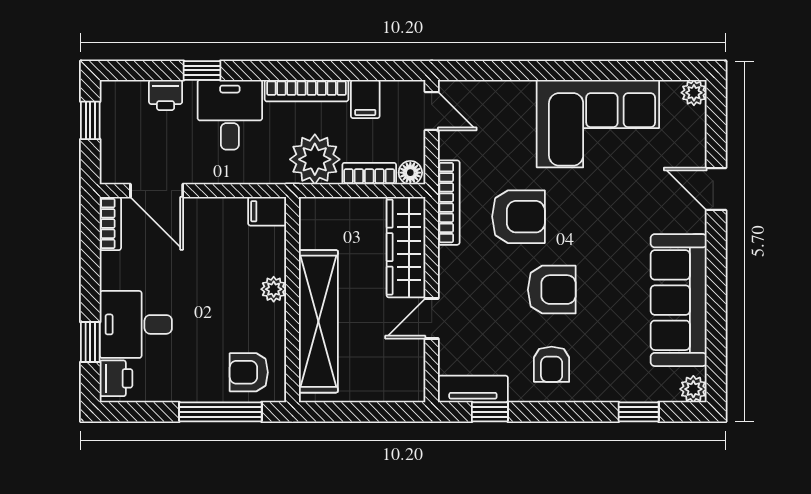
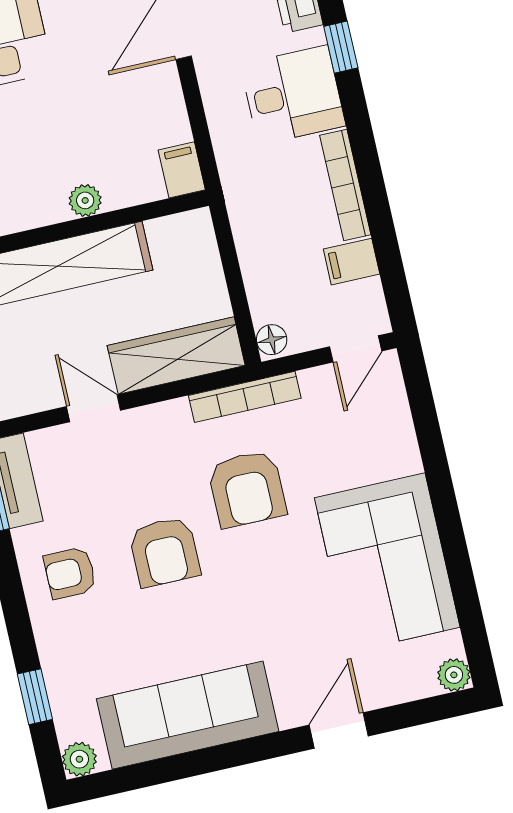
plant: (315, 159) -> (261, 215), removed
bookcase: (369, 174) -> (259, 288), removed

